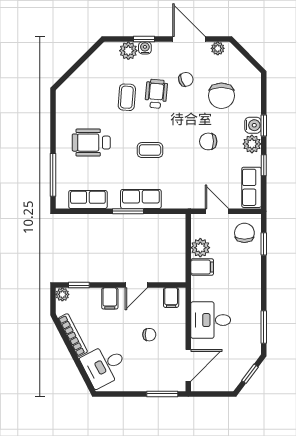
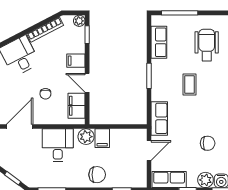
chair: (208, 141) -> (208, 143), turned 90
coffee table: (150, 150) -> (190, 85), moved
row of seats: (141, 199) -> (159, 118), moved
chair: (244, 233) -> (97, 175), moved
plant: (200, 248) -> (86, 137), moved
filing cabinet: (171, 298) -> (77, 106), width x2.00
door: (188, 365) -> (20, 126), swing flipped

